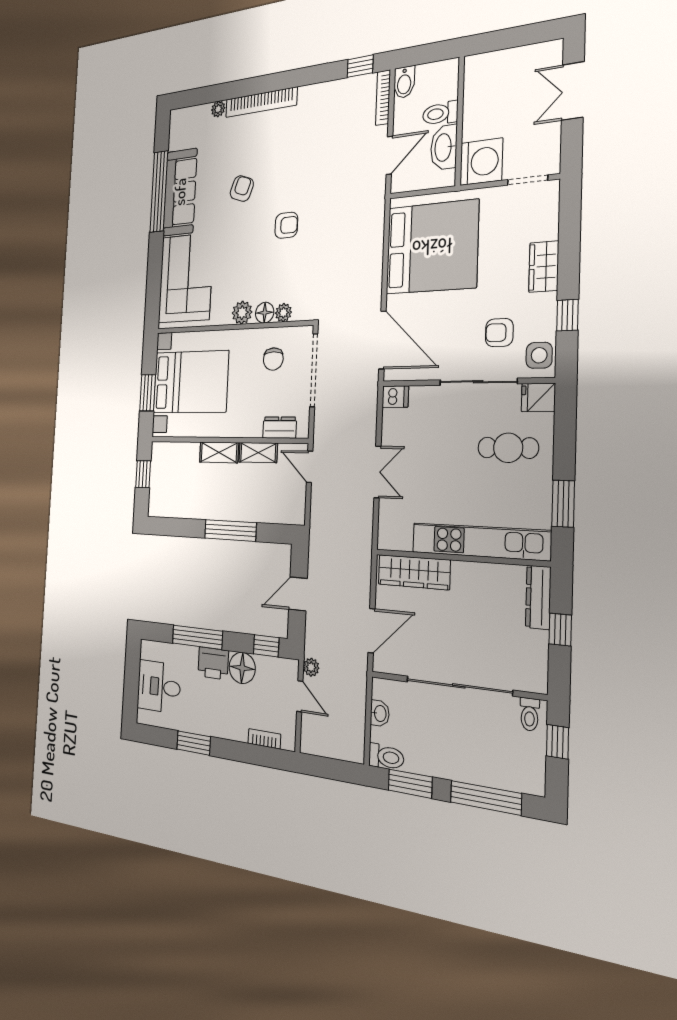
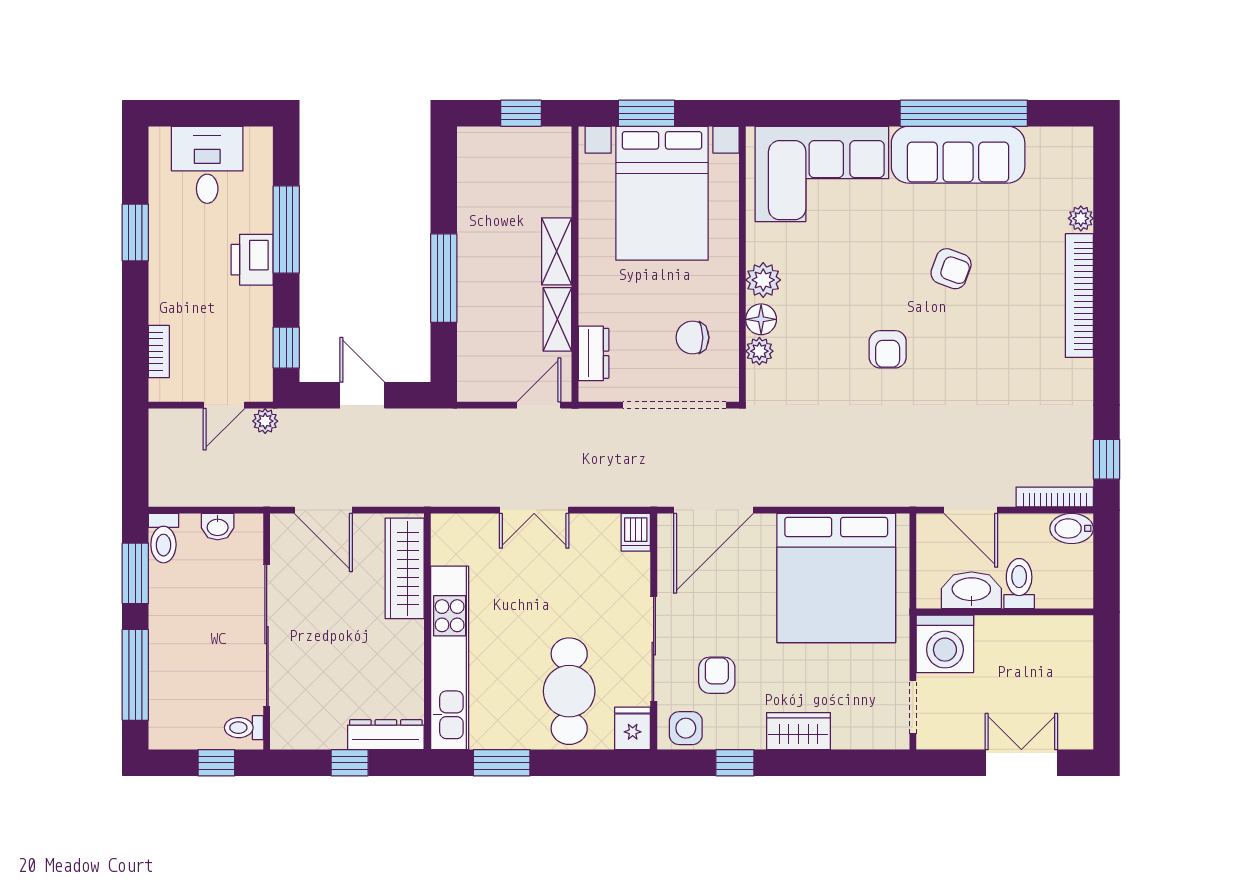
cafe table: (508, 448) -> (569, 691), width x1.37, depth x1.35
floor lamp: (242, 668) -> (251, 310), removed

